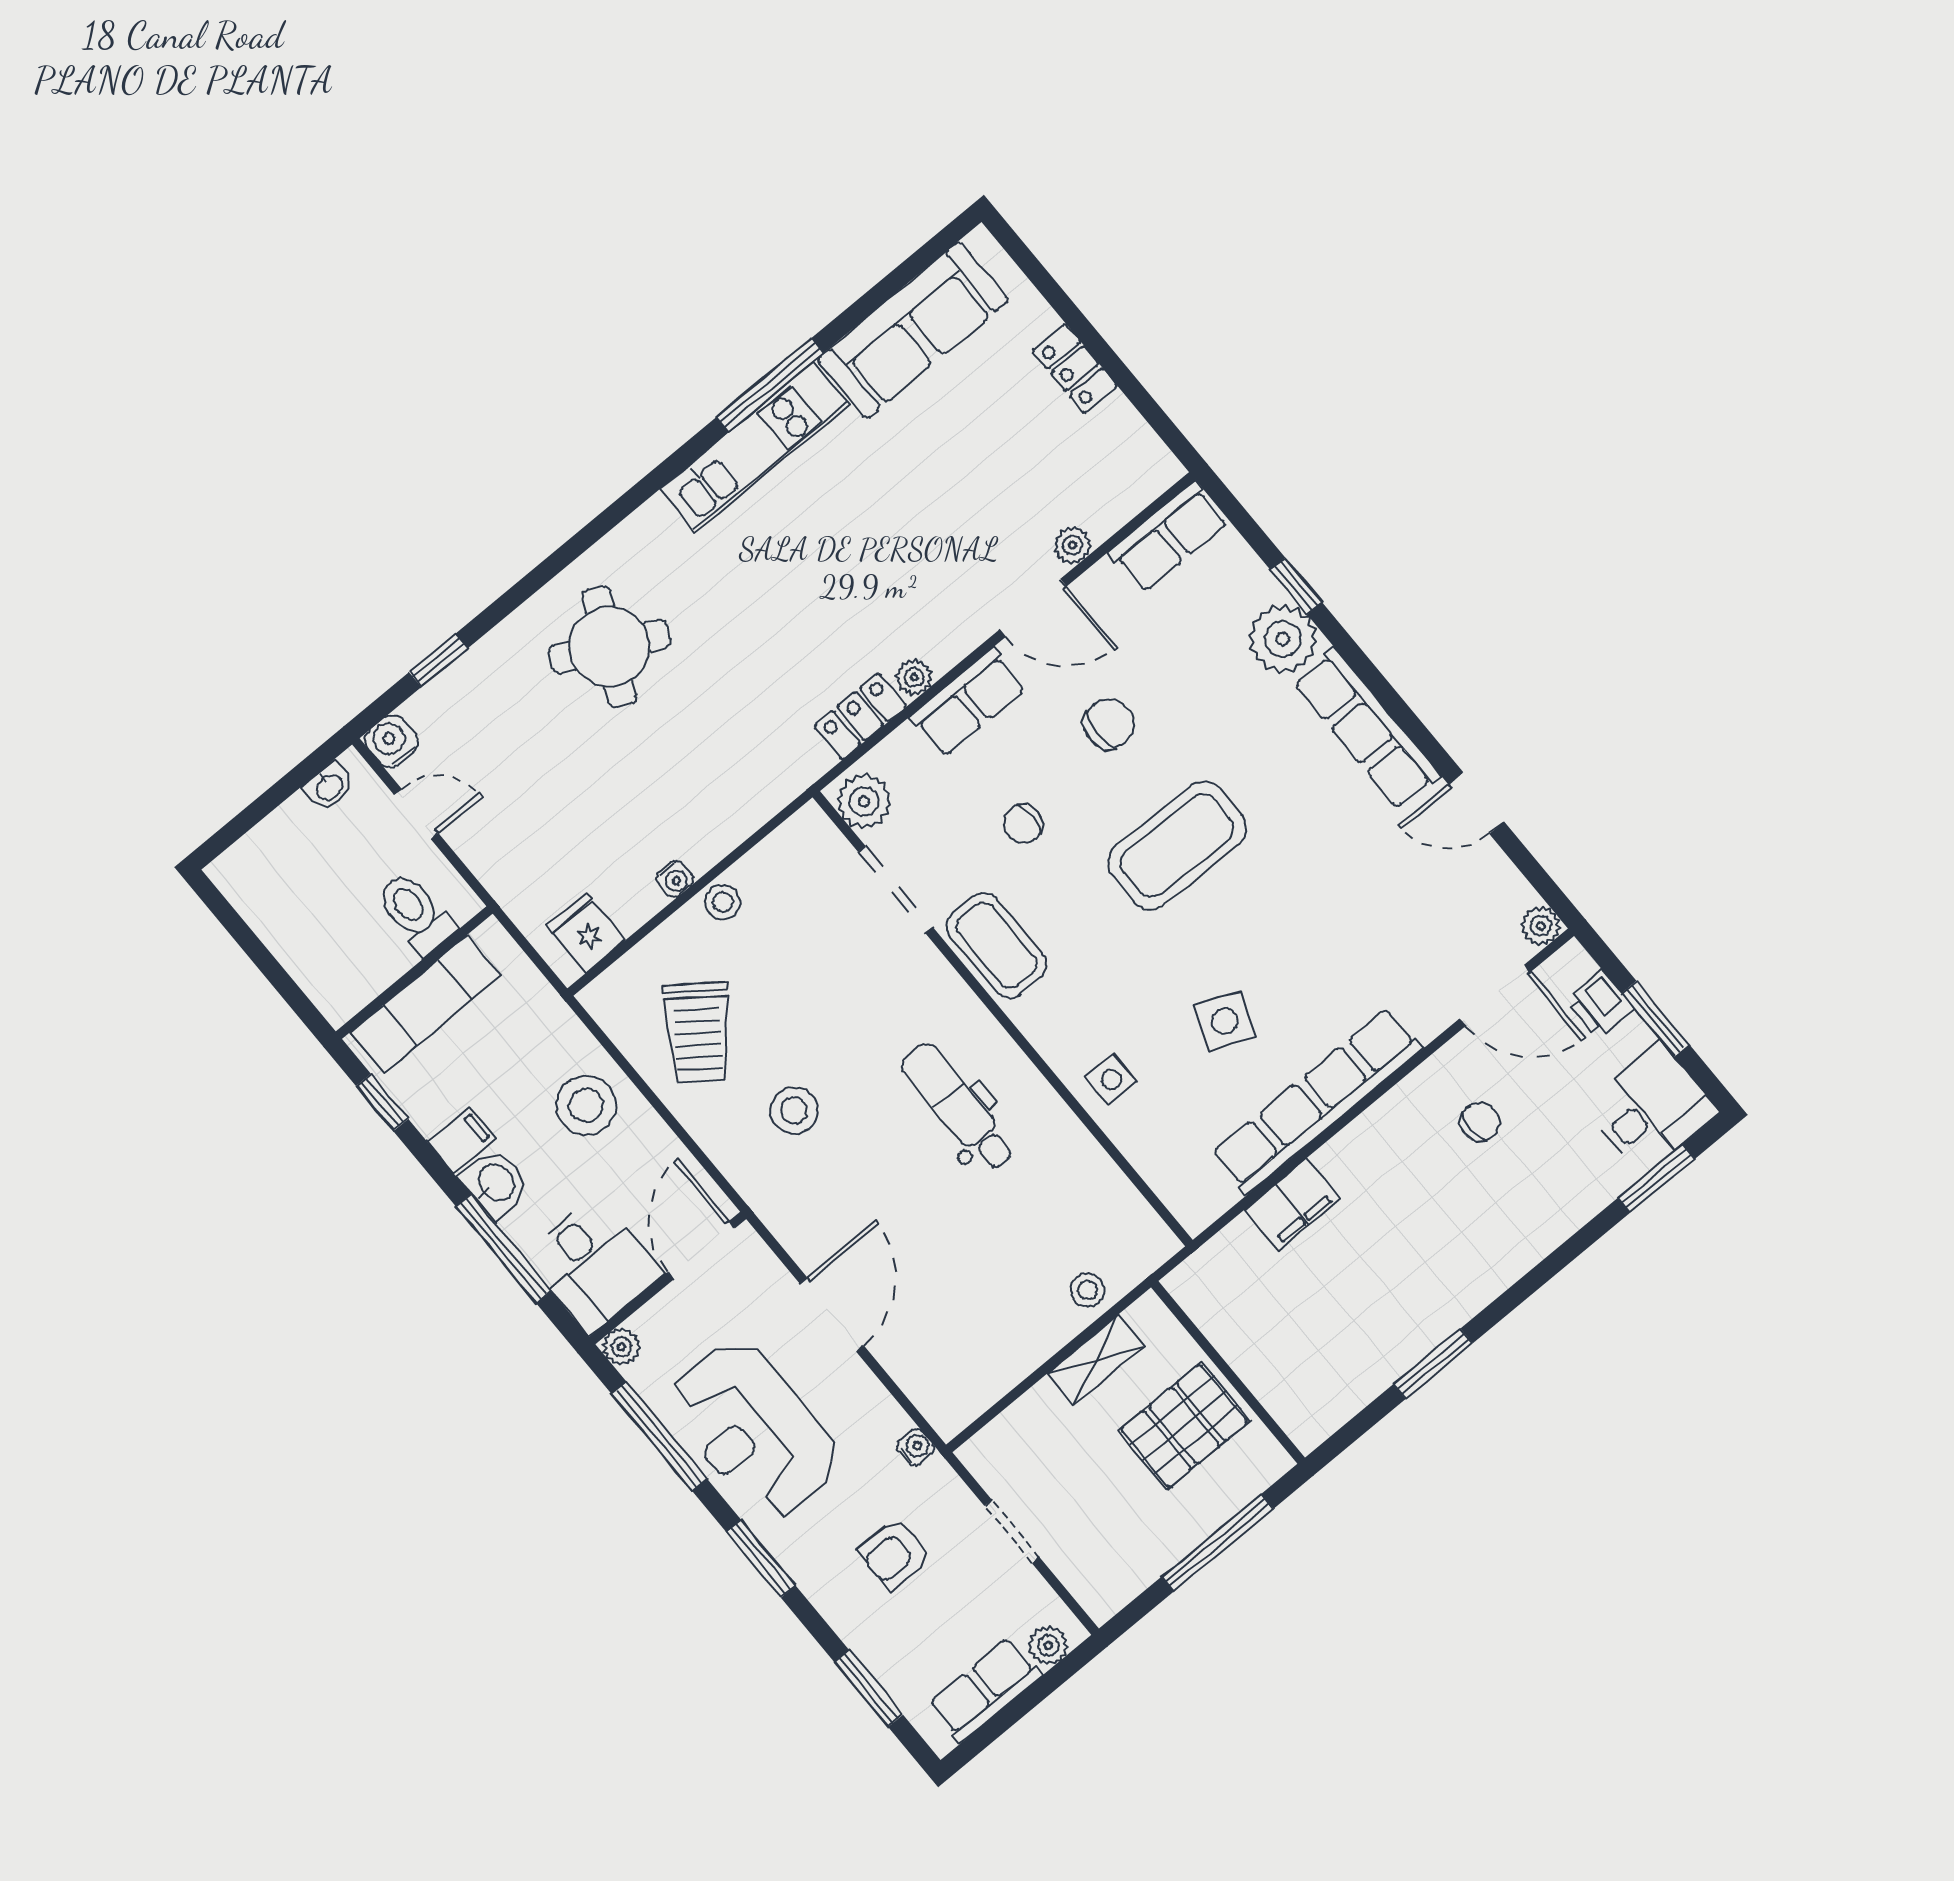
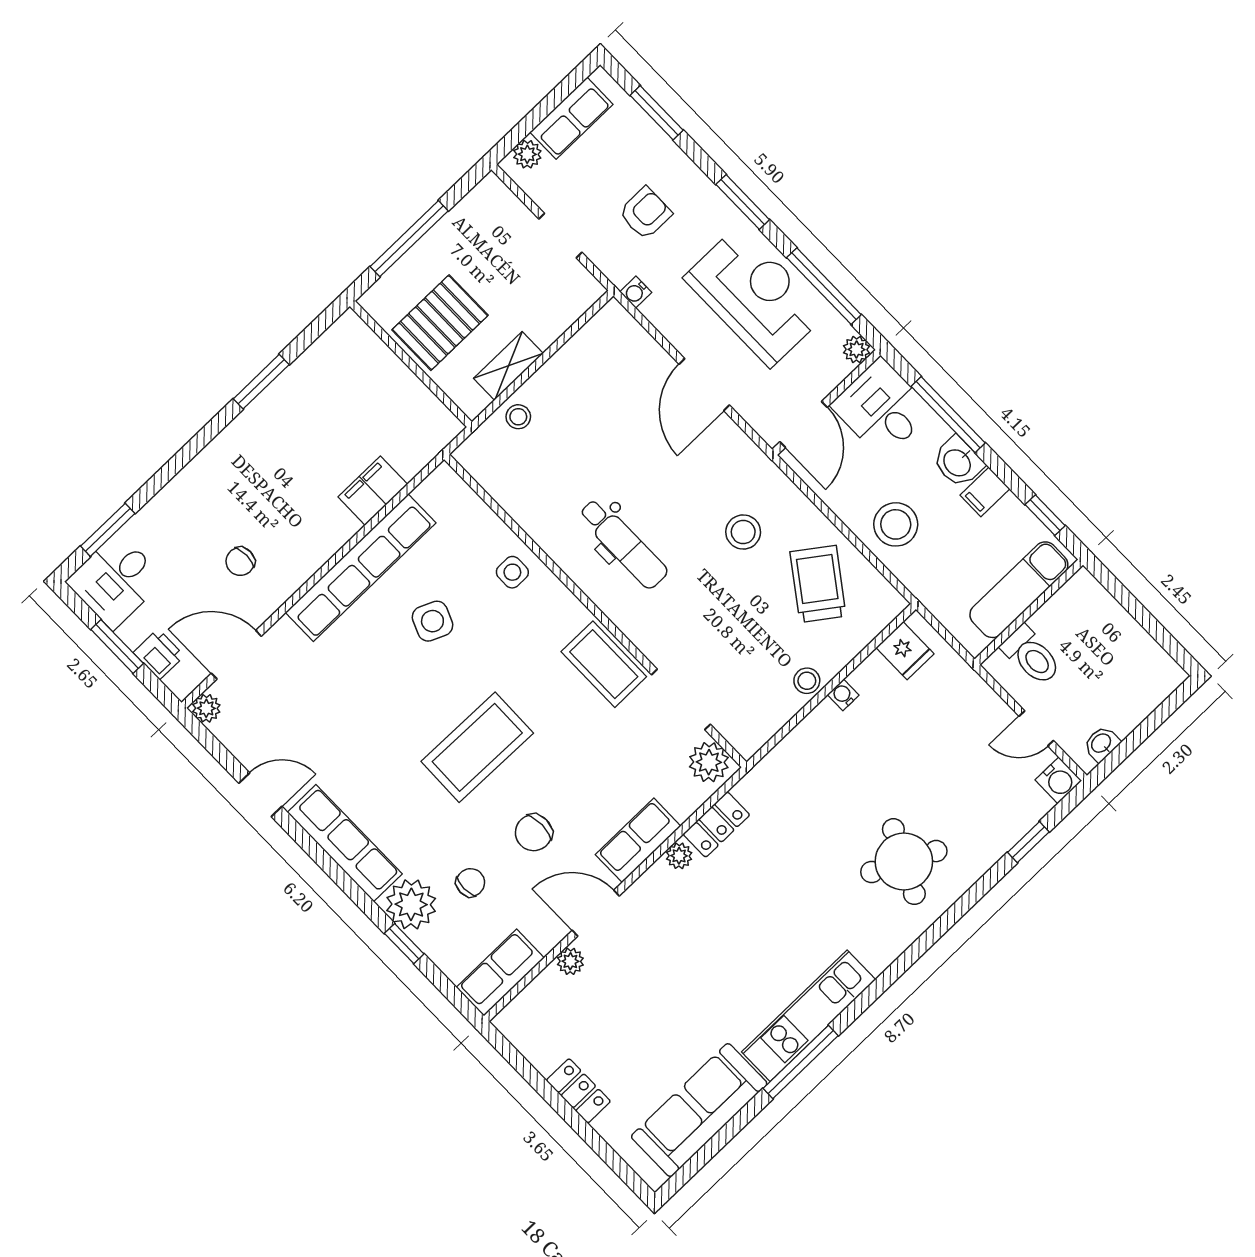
chair: (1023, 824) -> (470, 883), moved

